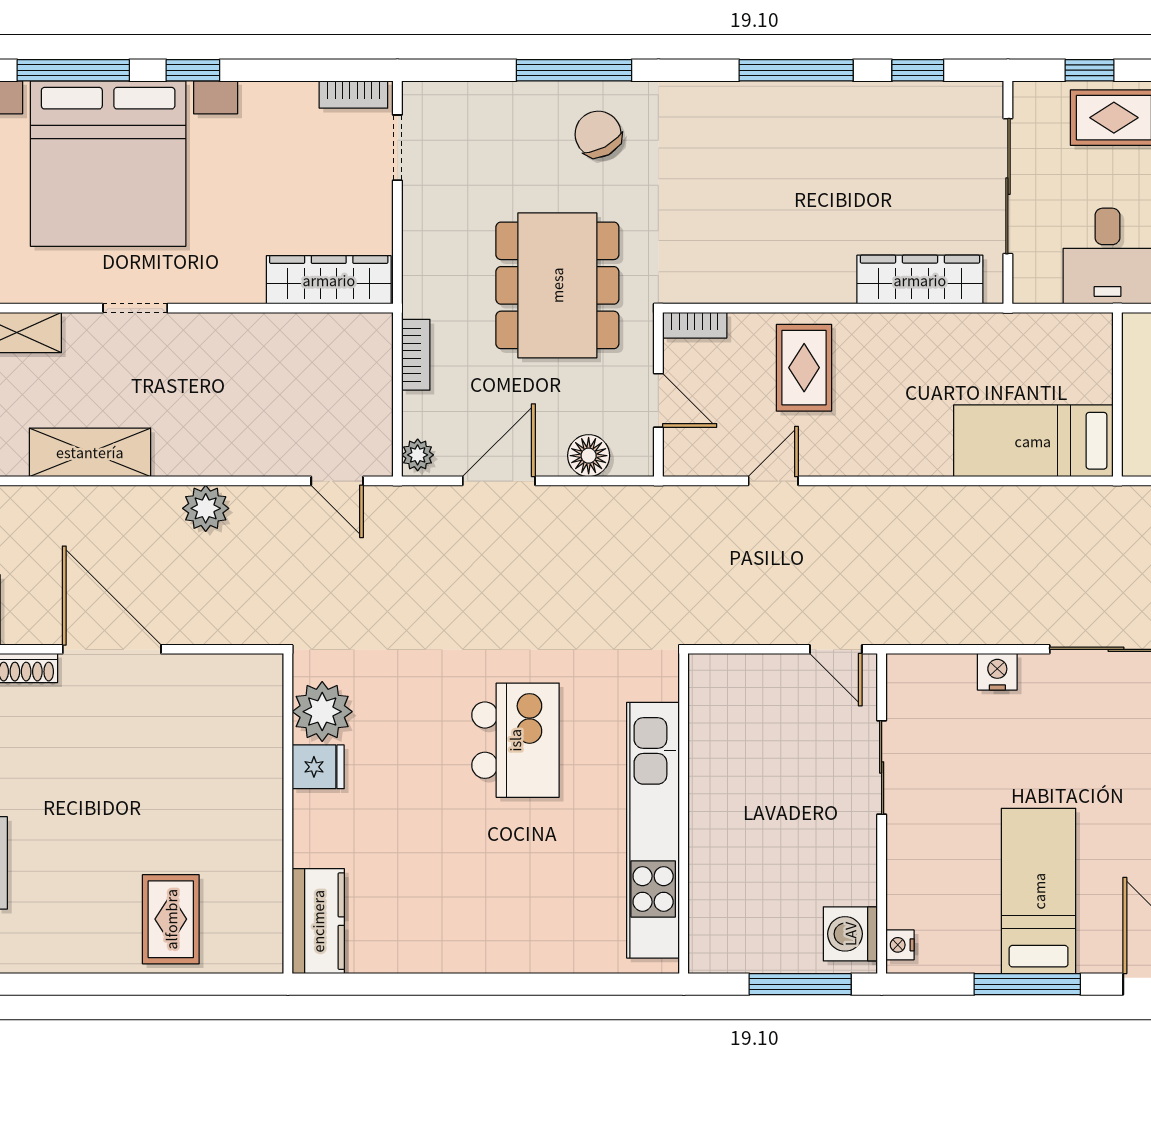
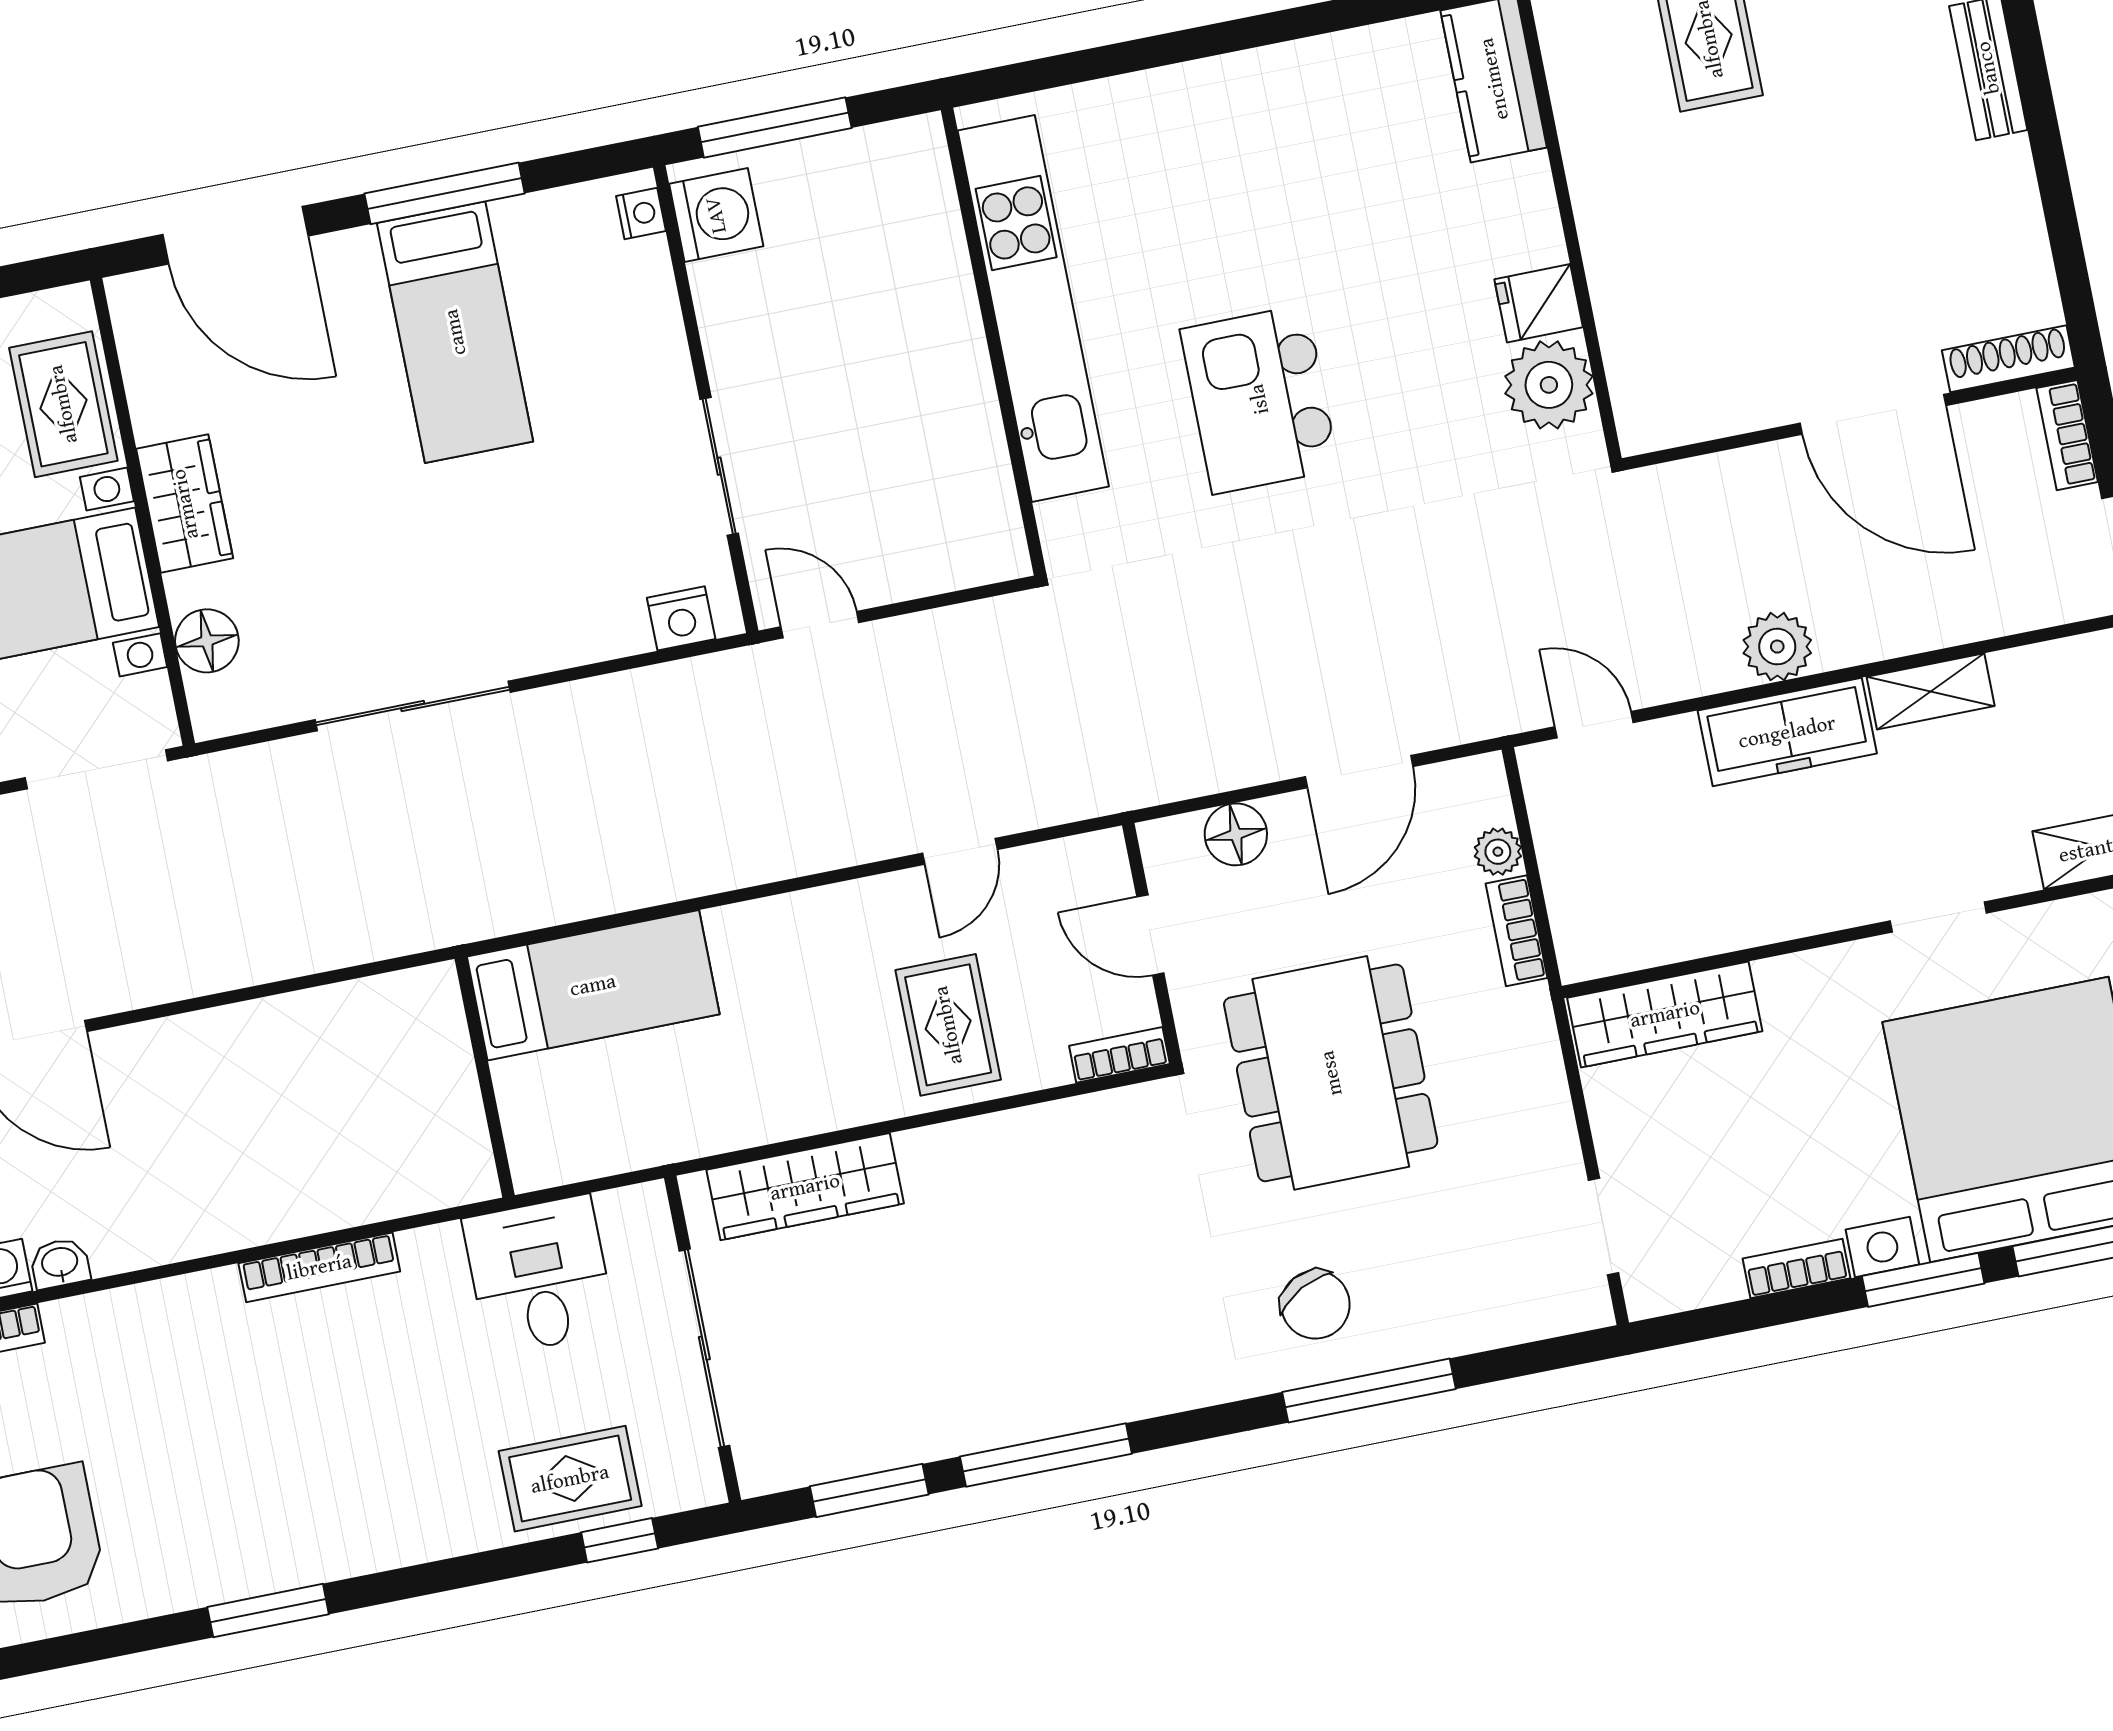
window: (193, 70) -> (1923, 1280), width x1.50
window: (918, 70) -> (869, 1490), width x1.50
bookcase: (353, 94) -> (1796, 1268), moved
freezer: (210, 450) -> (1787, 732), added
shelving: (90, 452) -> (1931, 691), width x0.67, depth x0.75
plant: (418, 455) -> (1498, 852), moved
nightstand: (997, 672) -> (681, 618), moved

